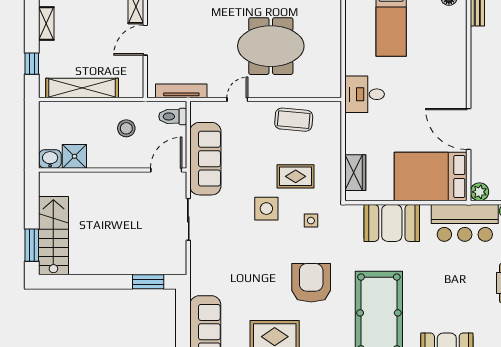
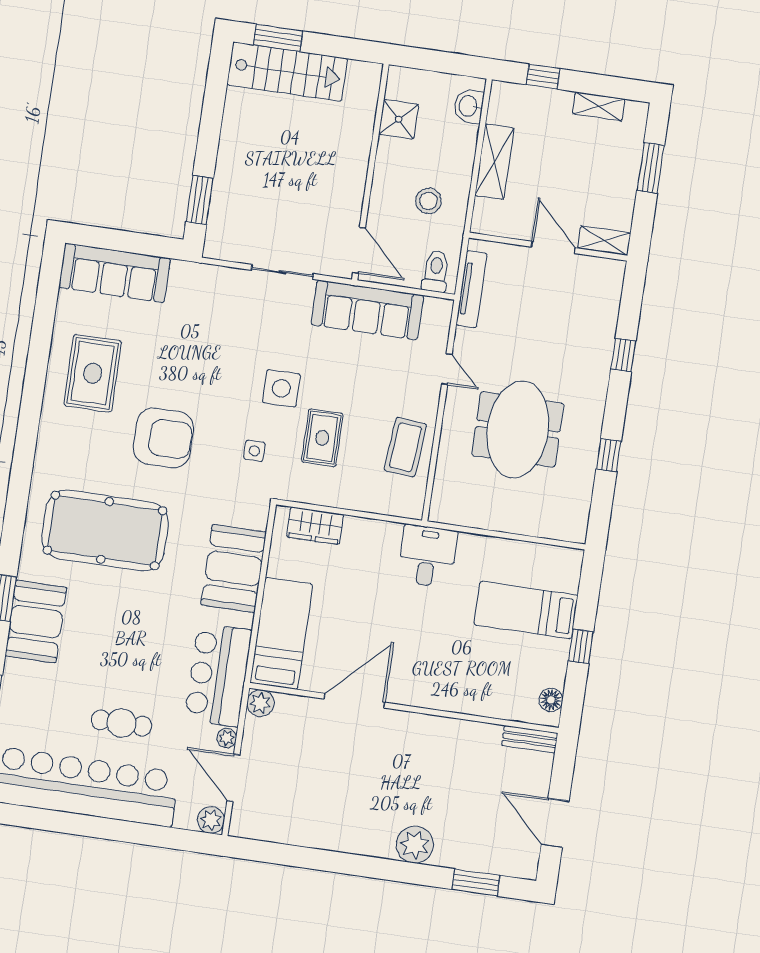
shelving: (82, 88) -> (494, 162), width x0.68
washbasin: (50, 159) -> (469, 106), moved, turned 180
bed: (431, 177) -> (281, 633), width x0.67

